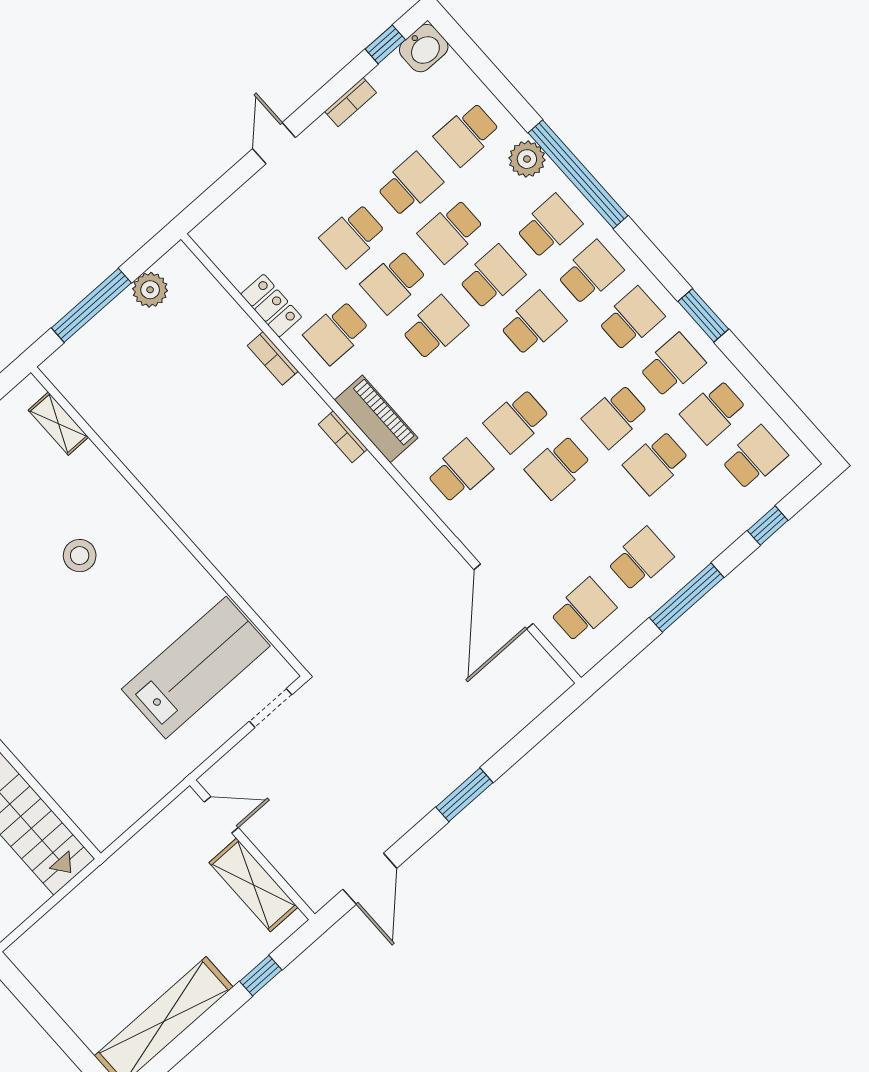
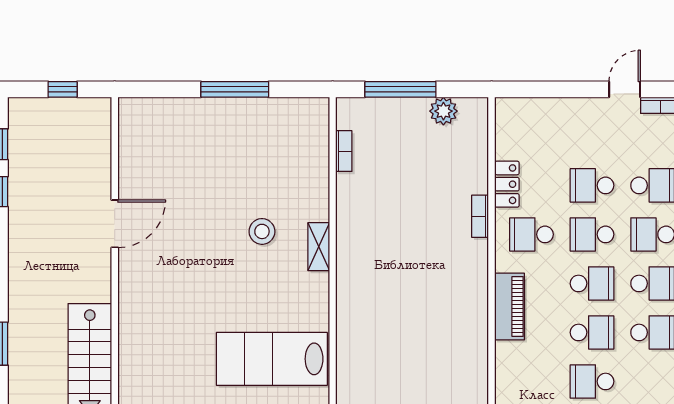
door: (274, 143) -> (625, 89), moved
shelving: (58, 424) -> (319, 247), moved
bookcase: (343, 437) -> (344, 151), moved, turned 180
school desk: (460, 471) -> (592, 332), moved
lab bench: (196, 668) -> (272, 359), turned 180

